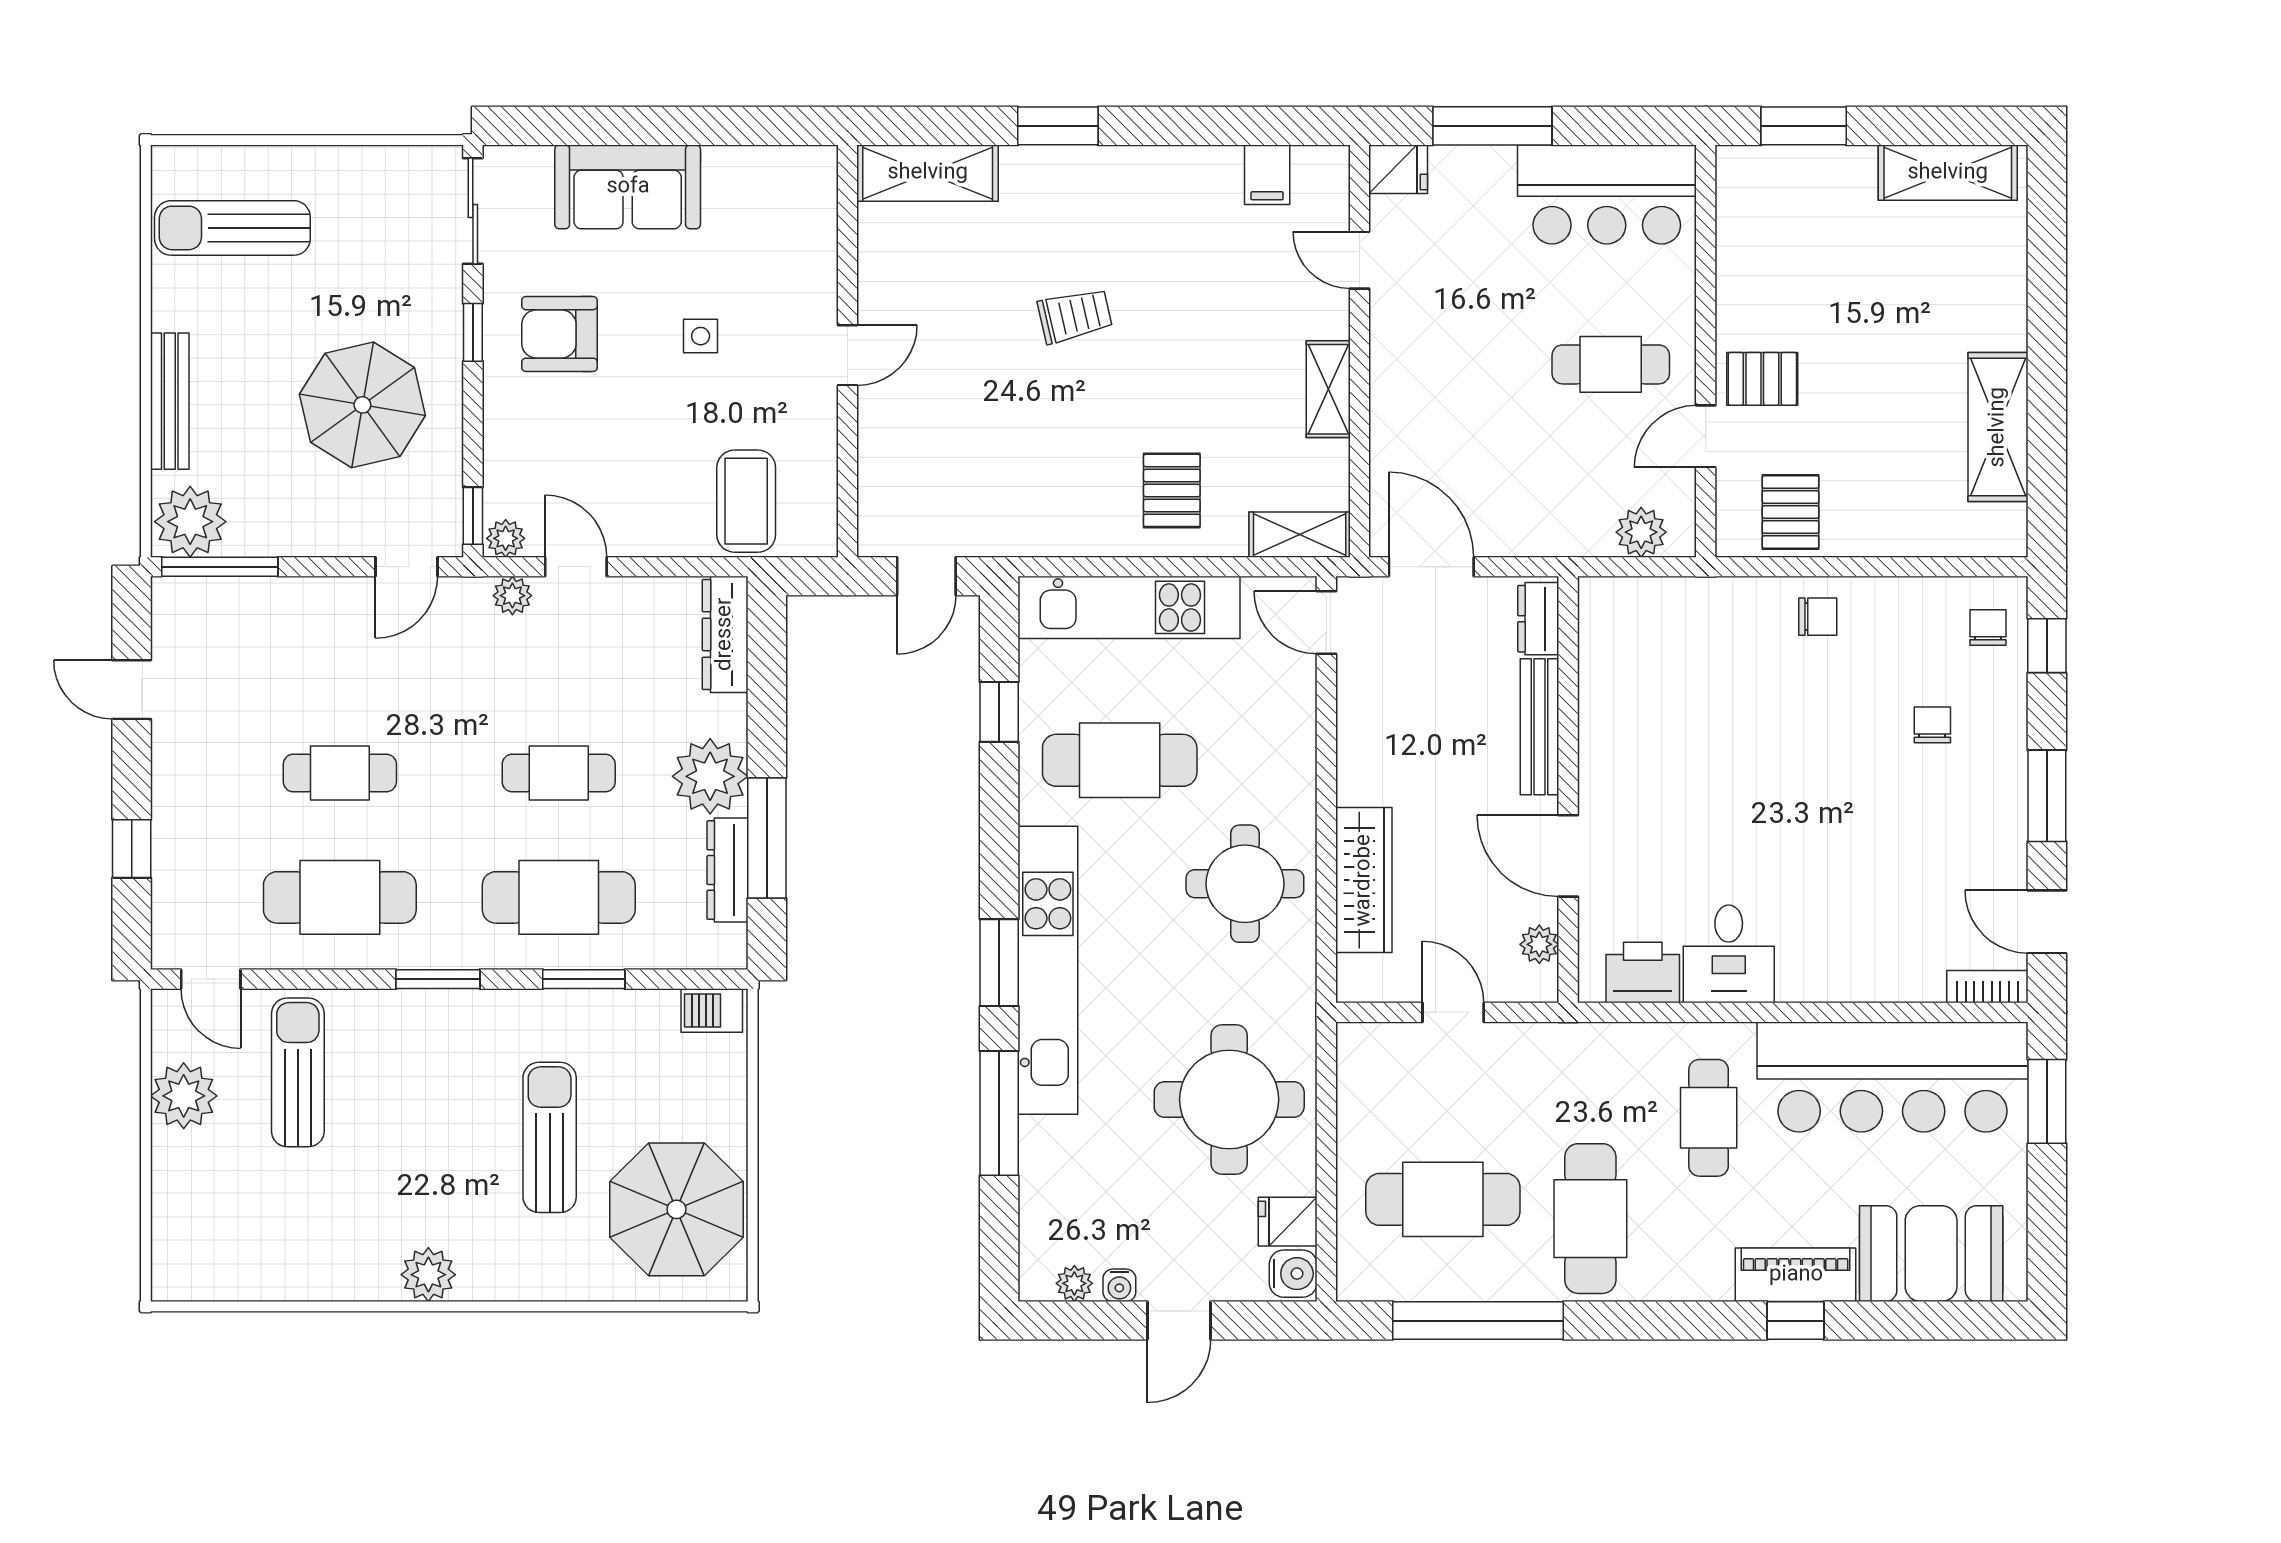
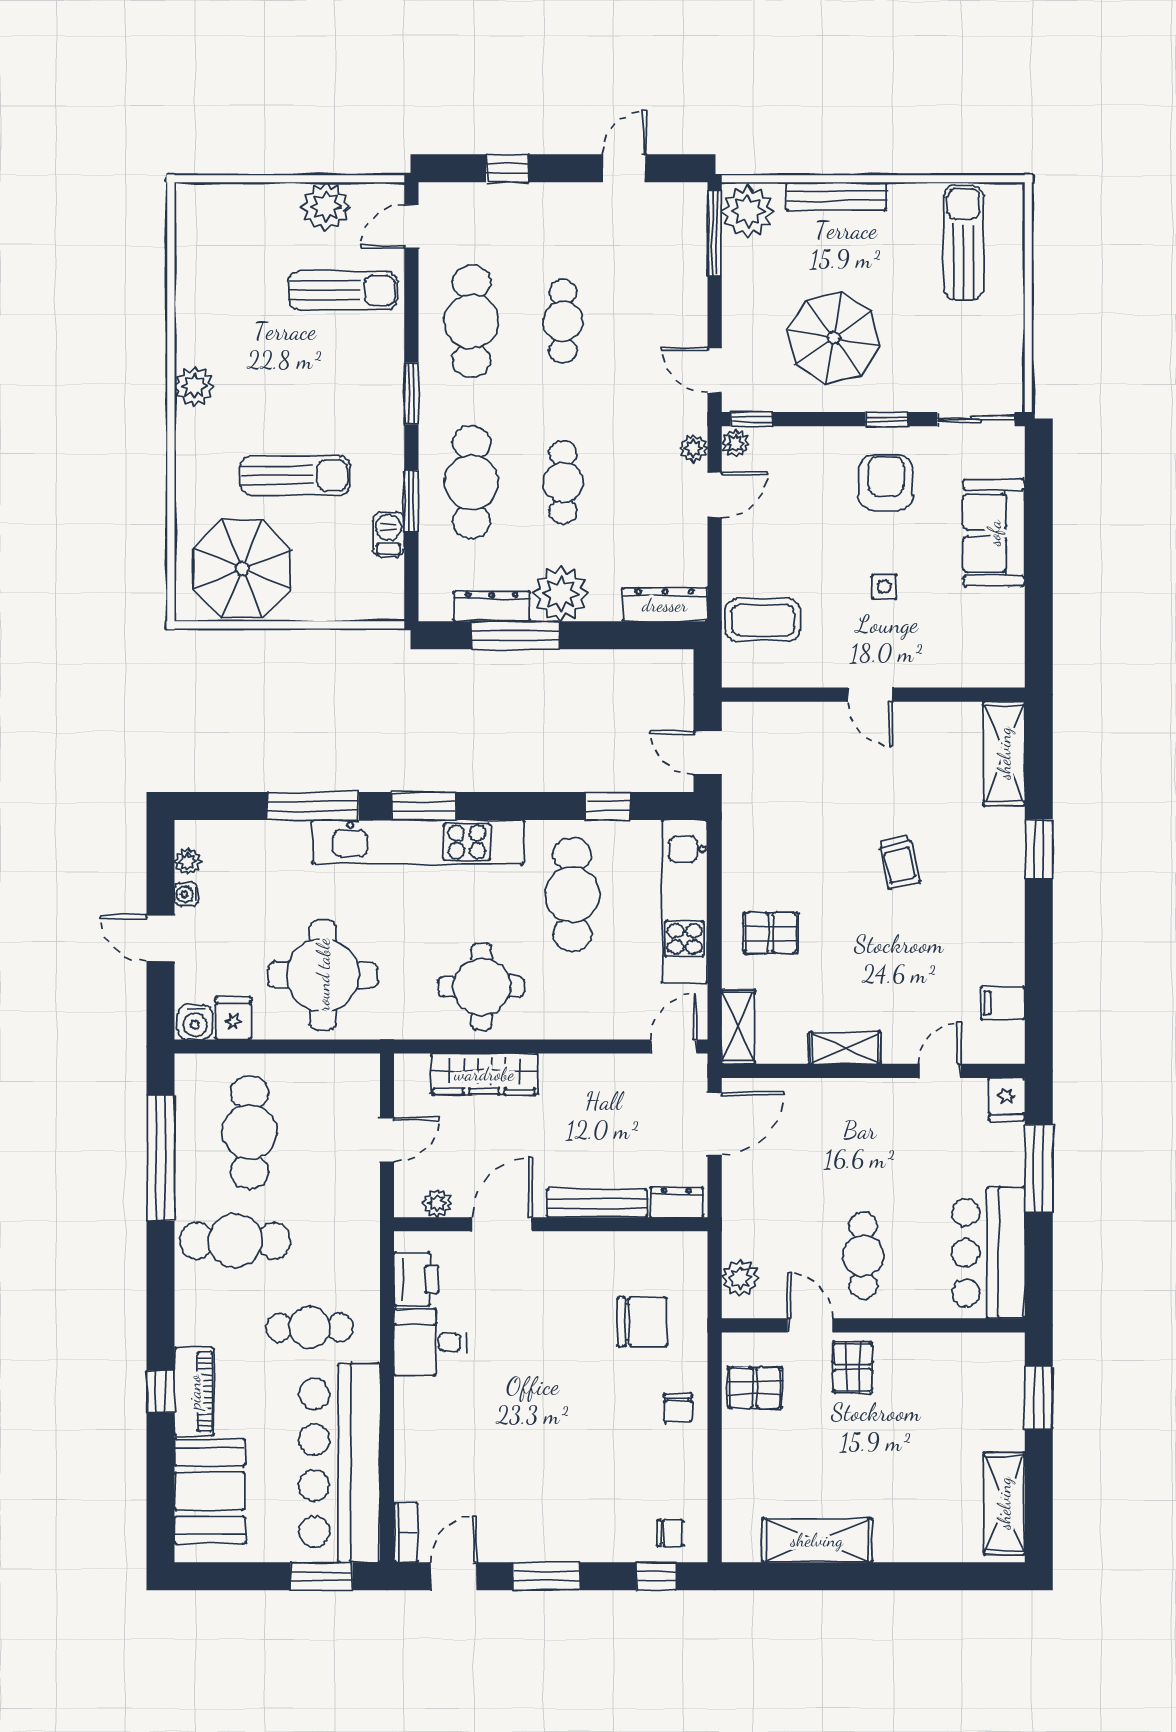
chair: (1932, 725) -> (642, 1322), moved, width x1.87, depth x1.87
barbecue: (712, 1010) -> (388, 534), moved

